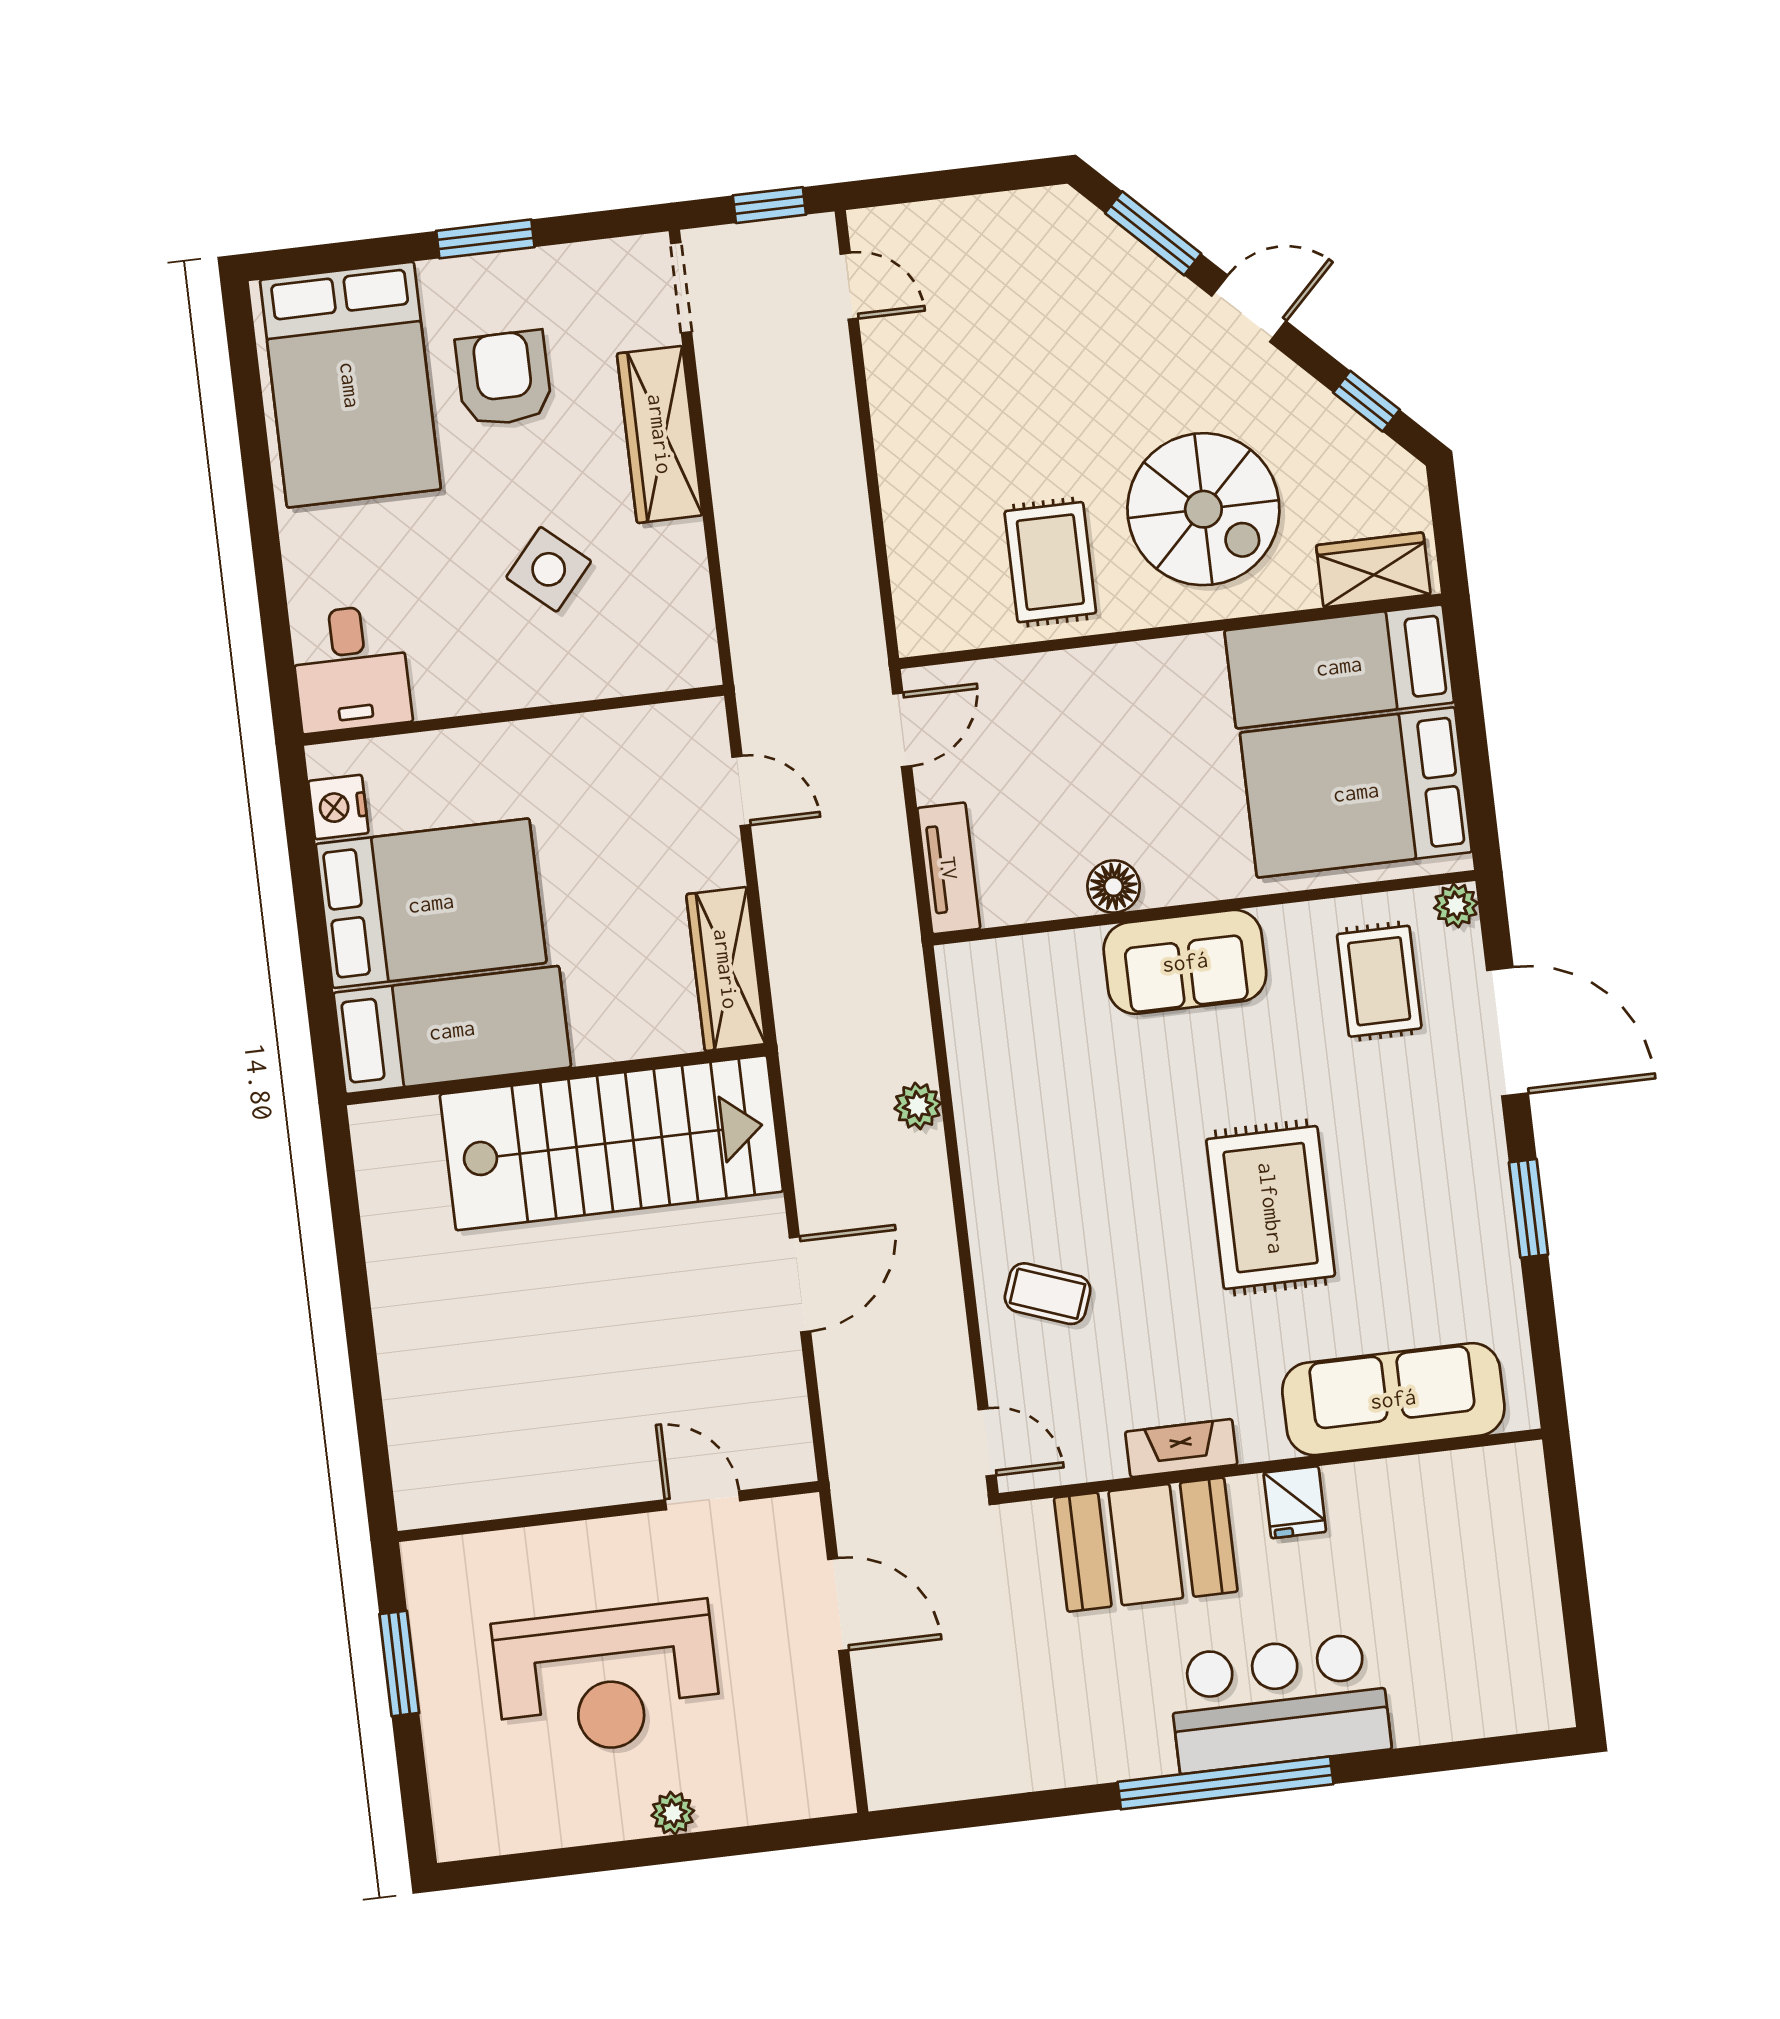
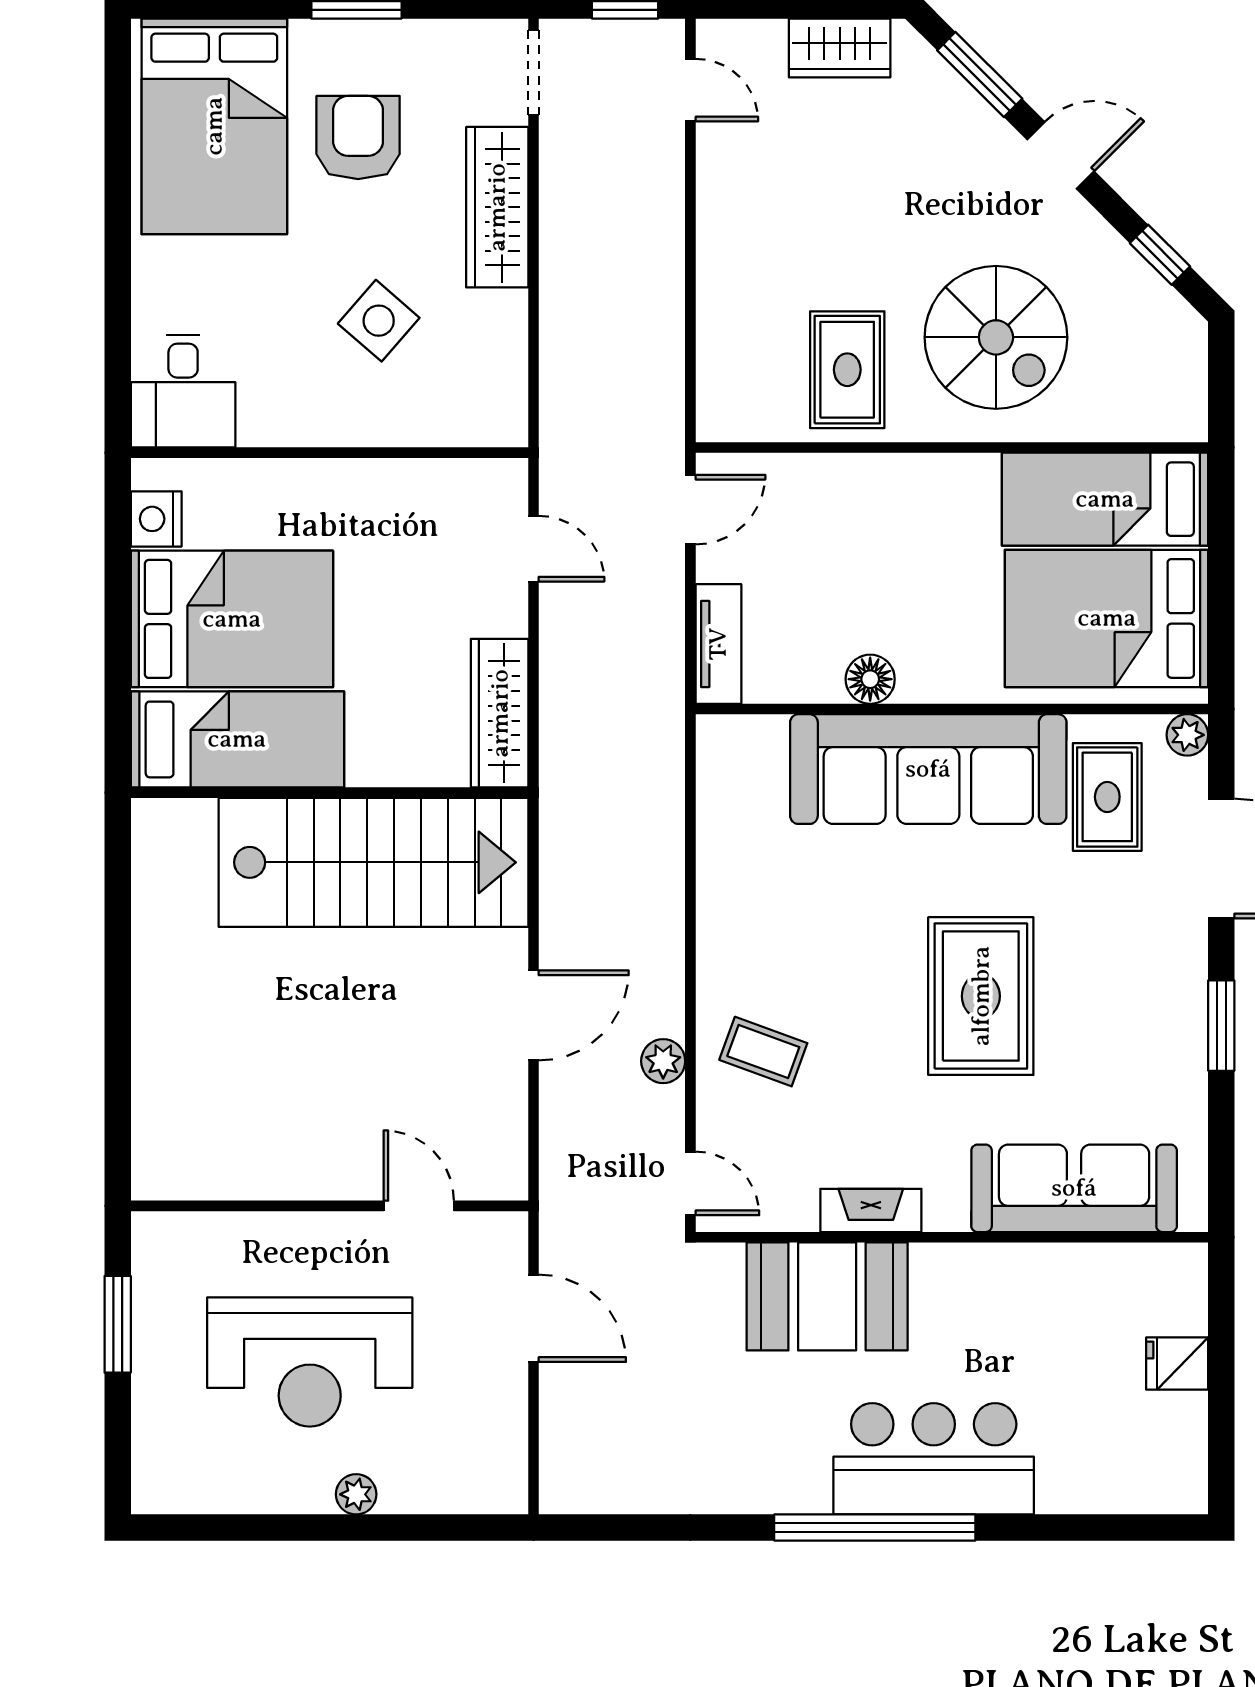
wardrobe: (1373, 570) -> (840, 48), moved, turned 180
sofa: (1185, 962) -> (928, 769), width x1.85, depth x1.27
plant: (918, 1106) -> (663, 1061), moved
fridge: (1295, 1502) -> (1177, 1364), moved, turned 90

